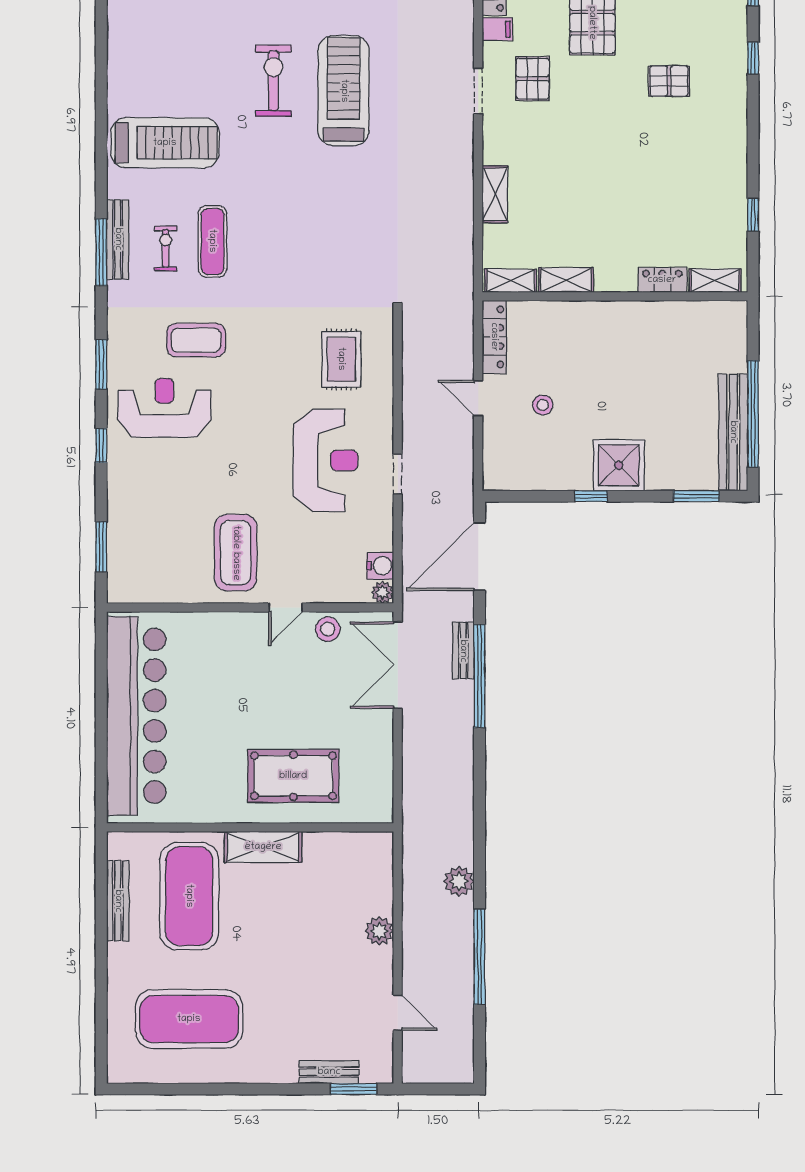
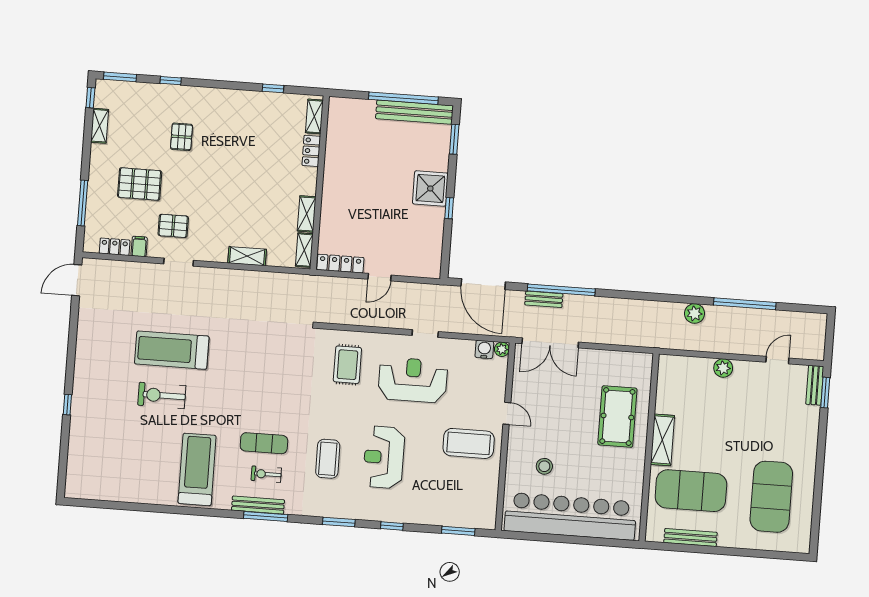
rug: (341, 359) -> (347, 365), turned 90
stool: (543, 405) -> (387, 235), removed
reception desk: (164, 408) -> (384, 457), moved
stool: (328, 629) -> (544, 466), moved
bench: (329, 1072) -> (815, 385), moved

